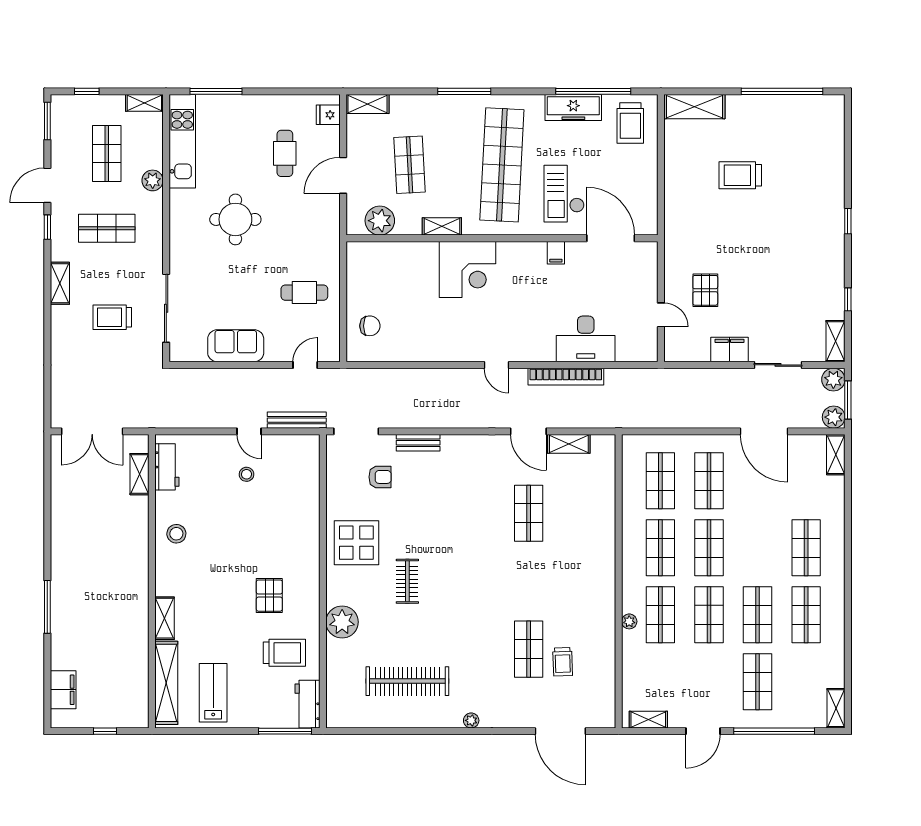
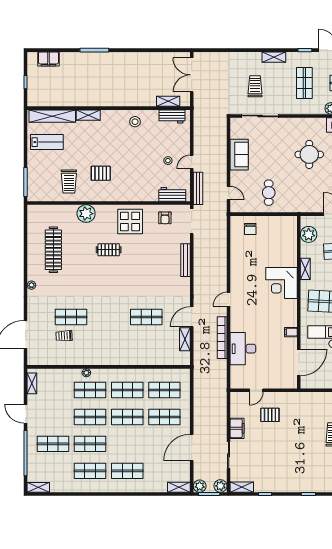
bench: (418, 443) -> (185, 260), width x1.36
armchair: (380, 477) -> (165, 218), moved
workbench: (307, 704) -> (172, 194), moved

